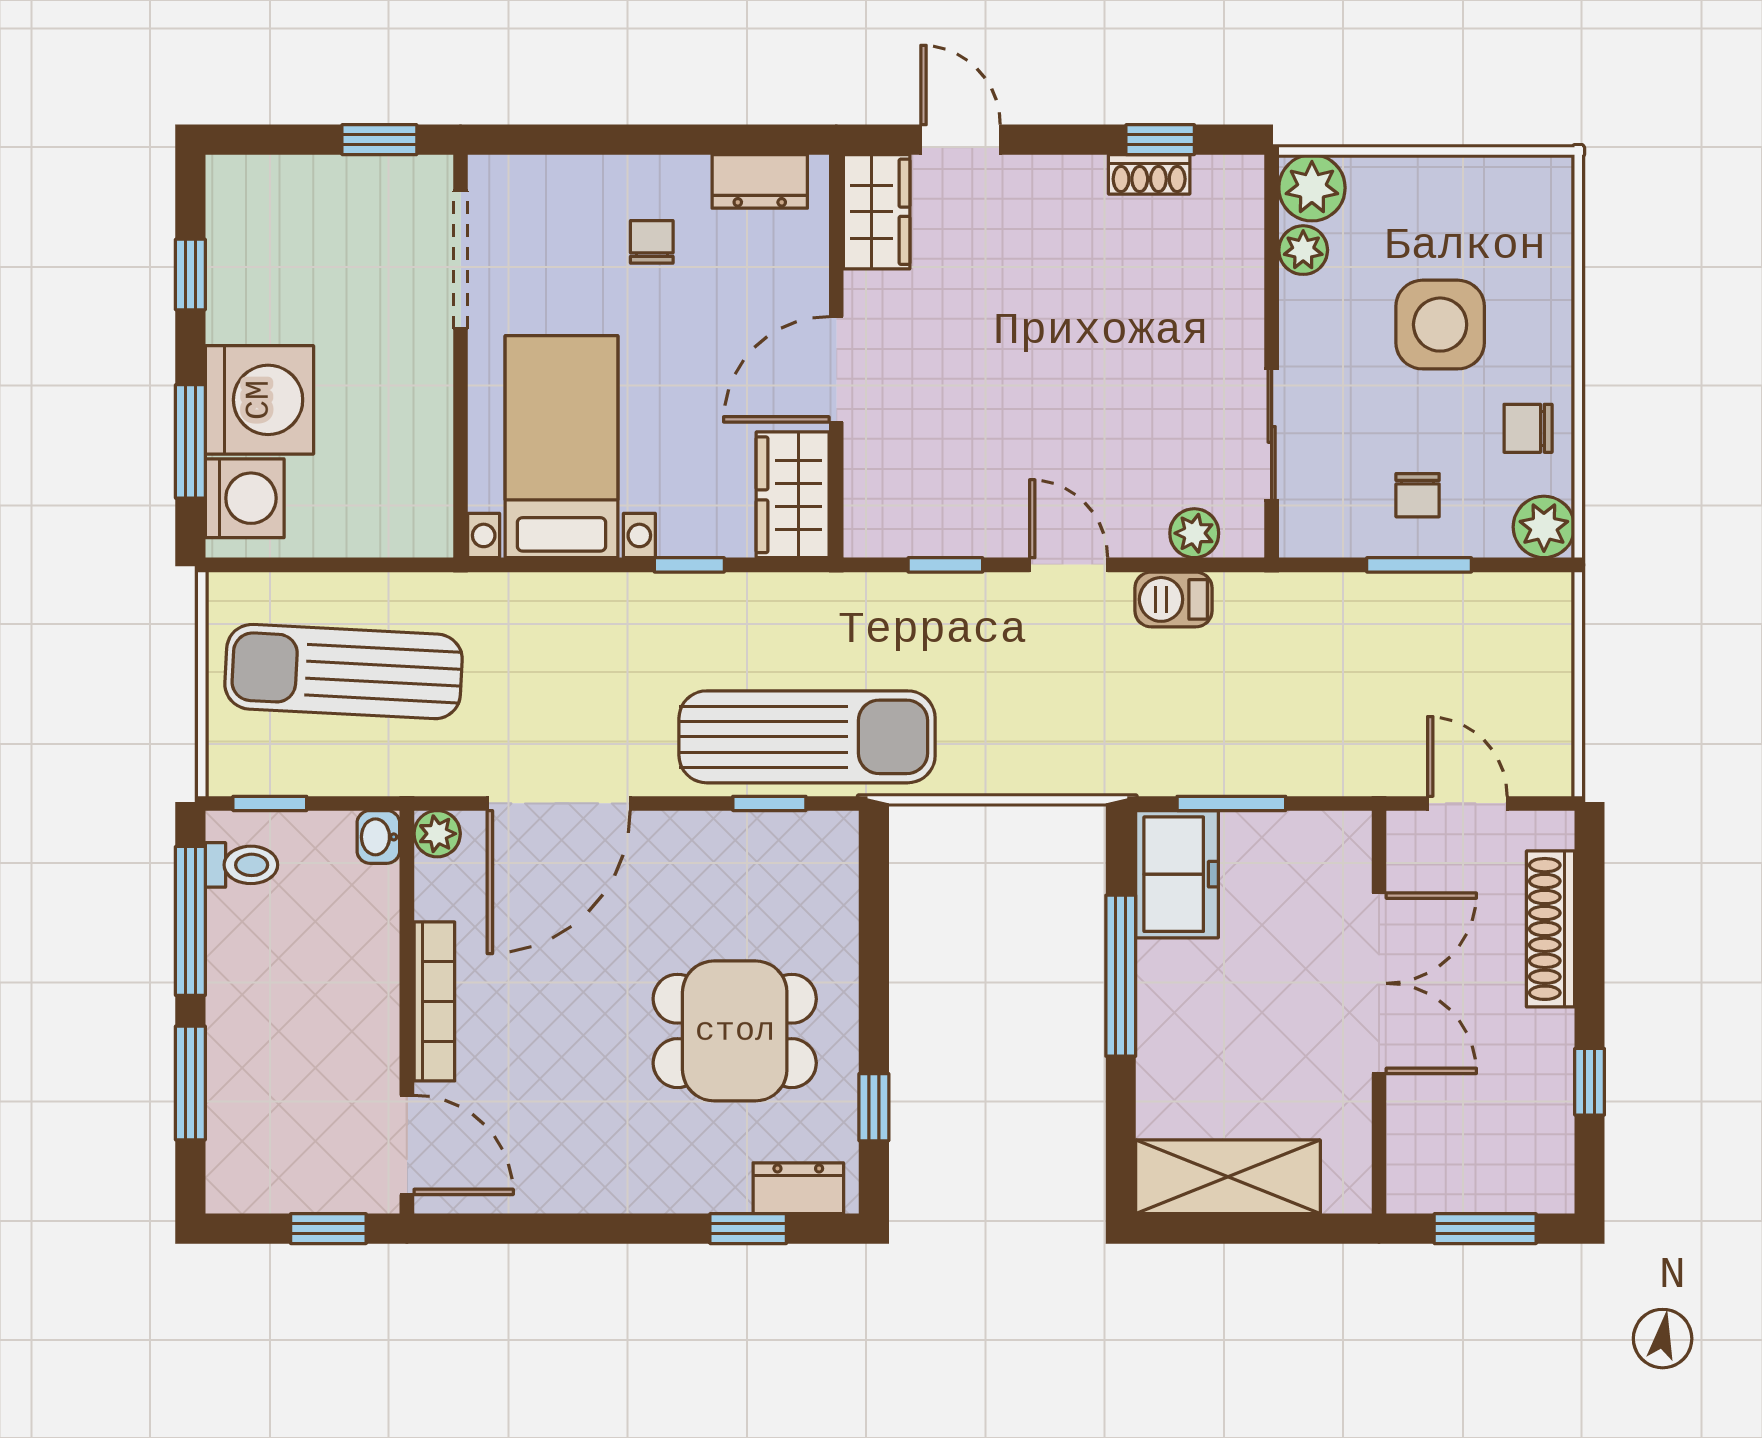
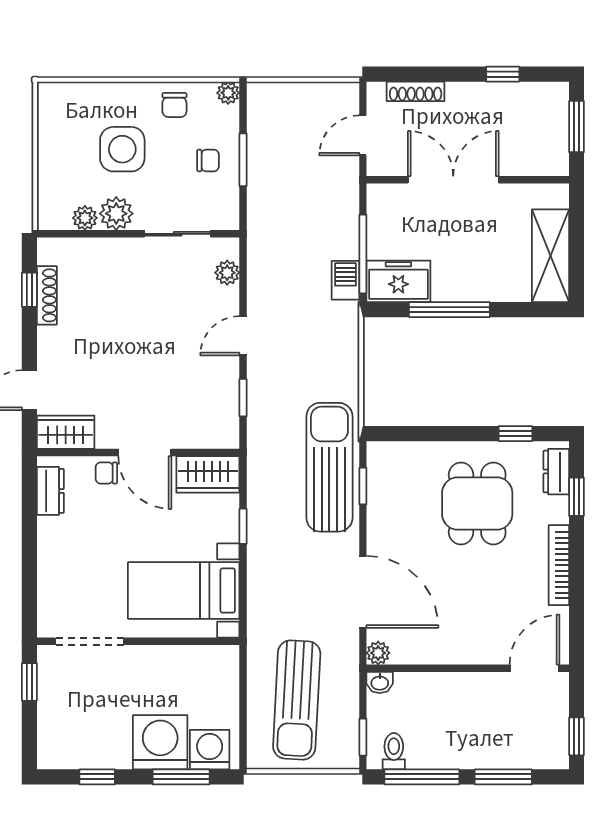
shoe rack: (1149, 174) -> (47, 295), width x1.43
plant: (1312, 188) -> (116, 214), moved
chair: (652, 242) -> (106, 473), moved
plant: (1544, 527) -> (228, 93), width x0.73, depth x0.73
barbecue: (1173, 599) -> (346, 280), moved, turned 180
window: (1231, 803) -> (363, 254), width x1.44
shoe rack: (1551, 929) -> (416, 91), width x0.74, depth x0.81
bookcase: (434, 1001) -> (559, 565), moved, turned -90
window: (328, 1229) -> (577, 736), moved

